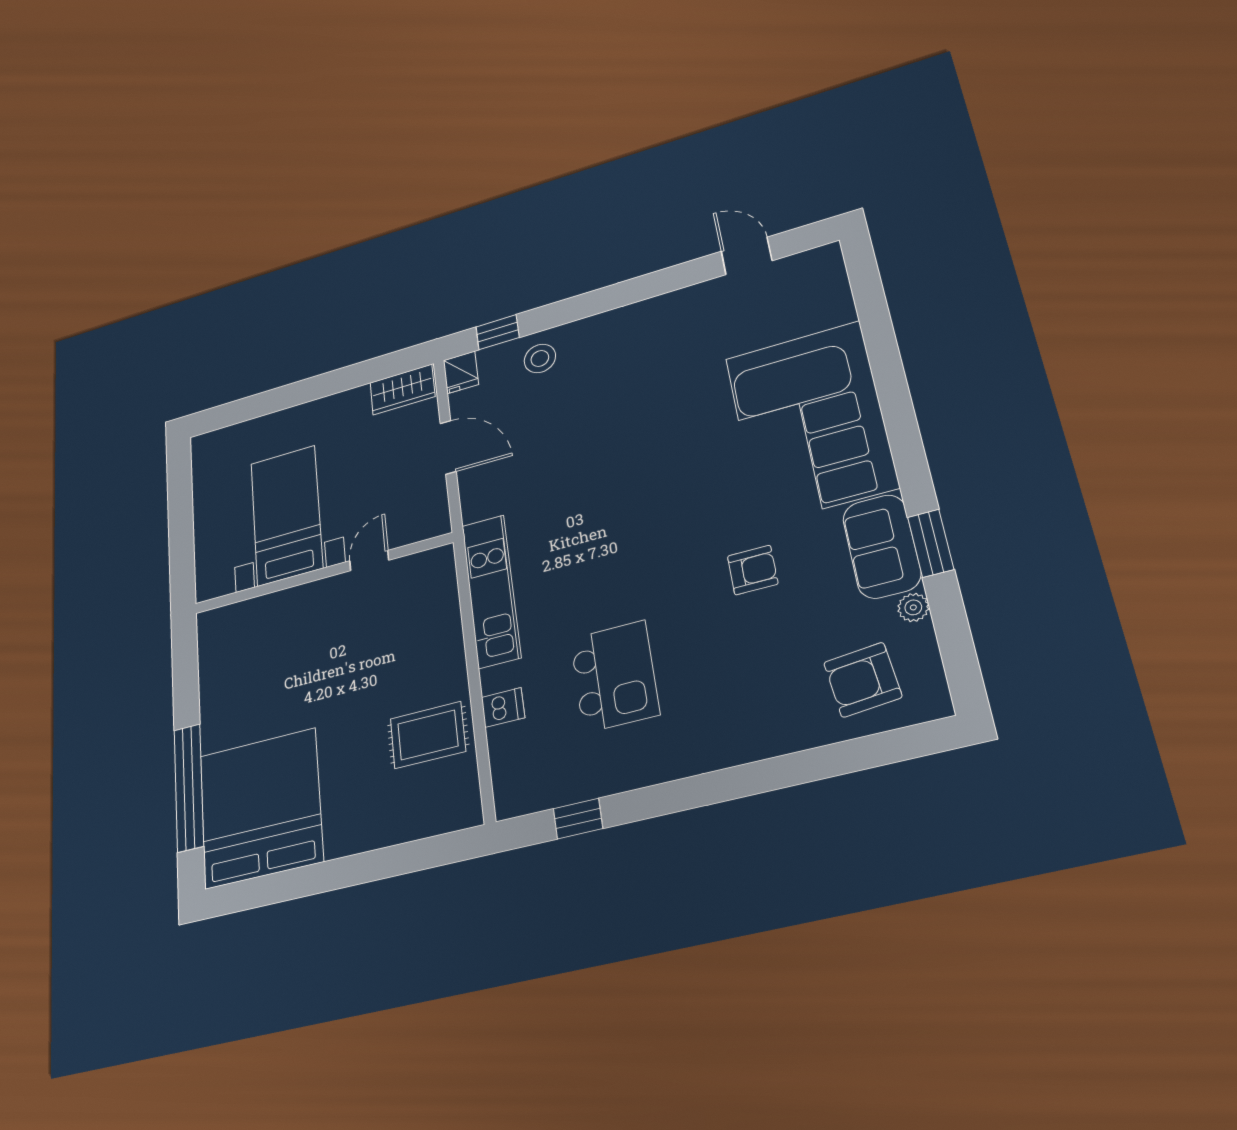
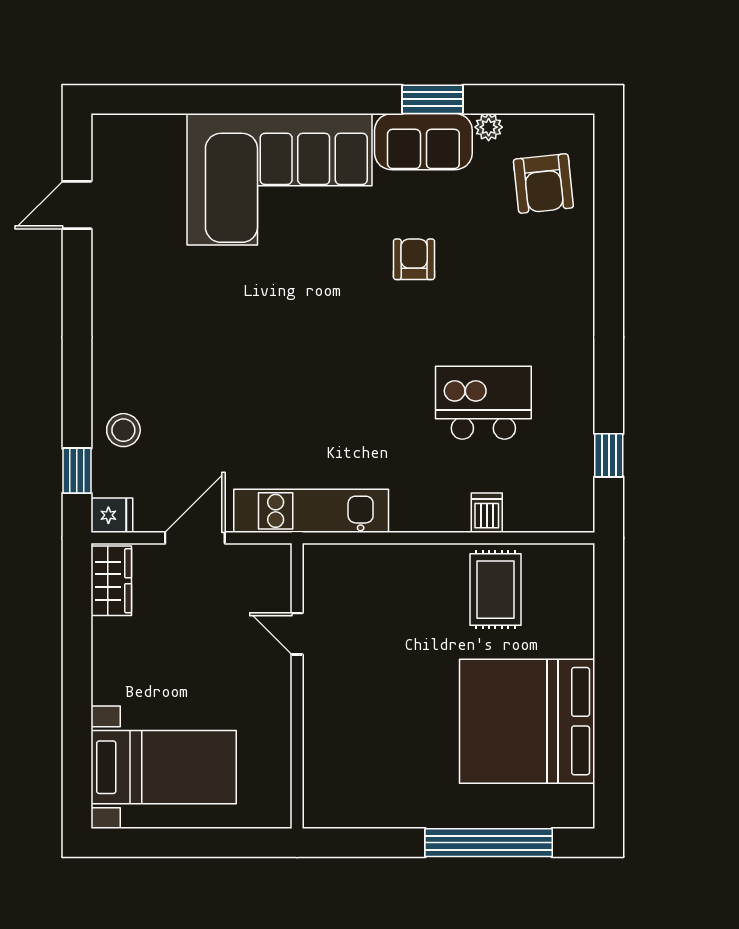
bed with nightstands: (286, 515) -> (164, 767), moved, turned 180
kitchen unit: (491, 591) -> (311, 511), moved
bed: (261, 808) -> (527, 721), moved

